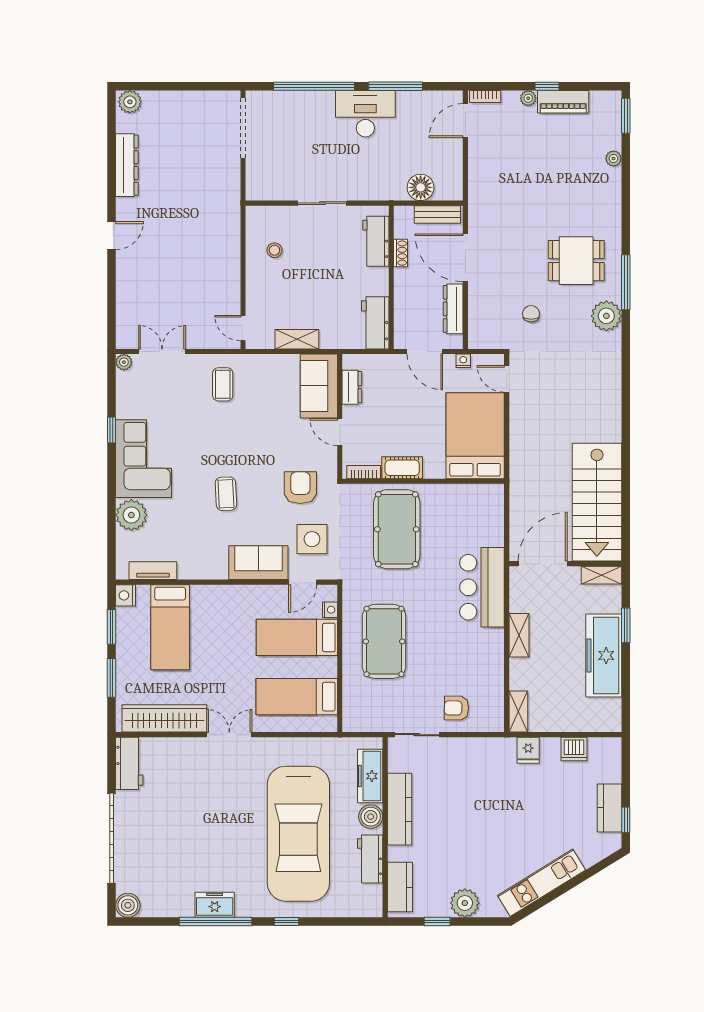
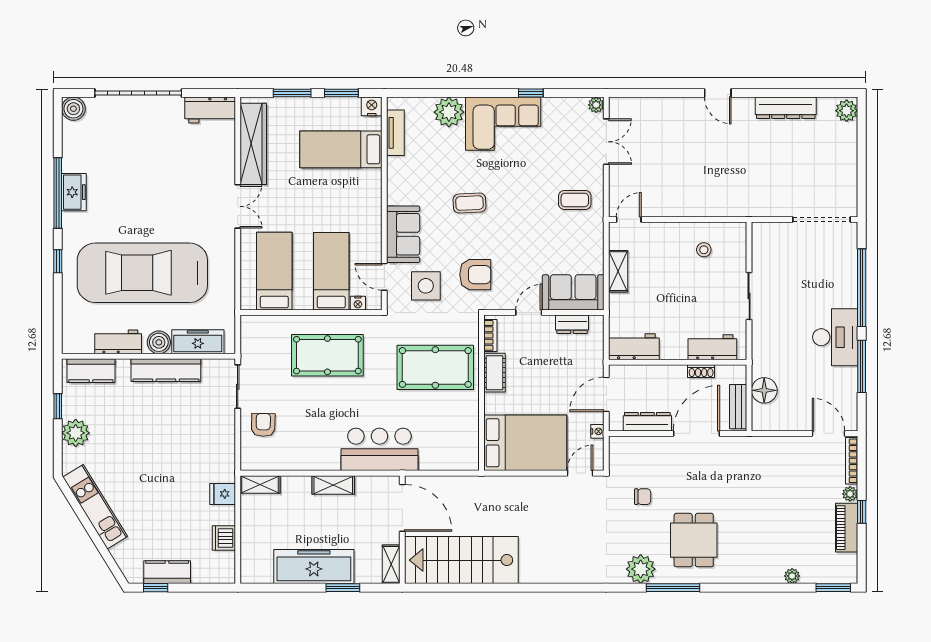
bookcase: (485, 97) -> (852, 461), width x1.56

